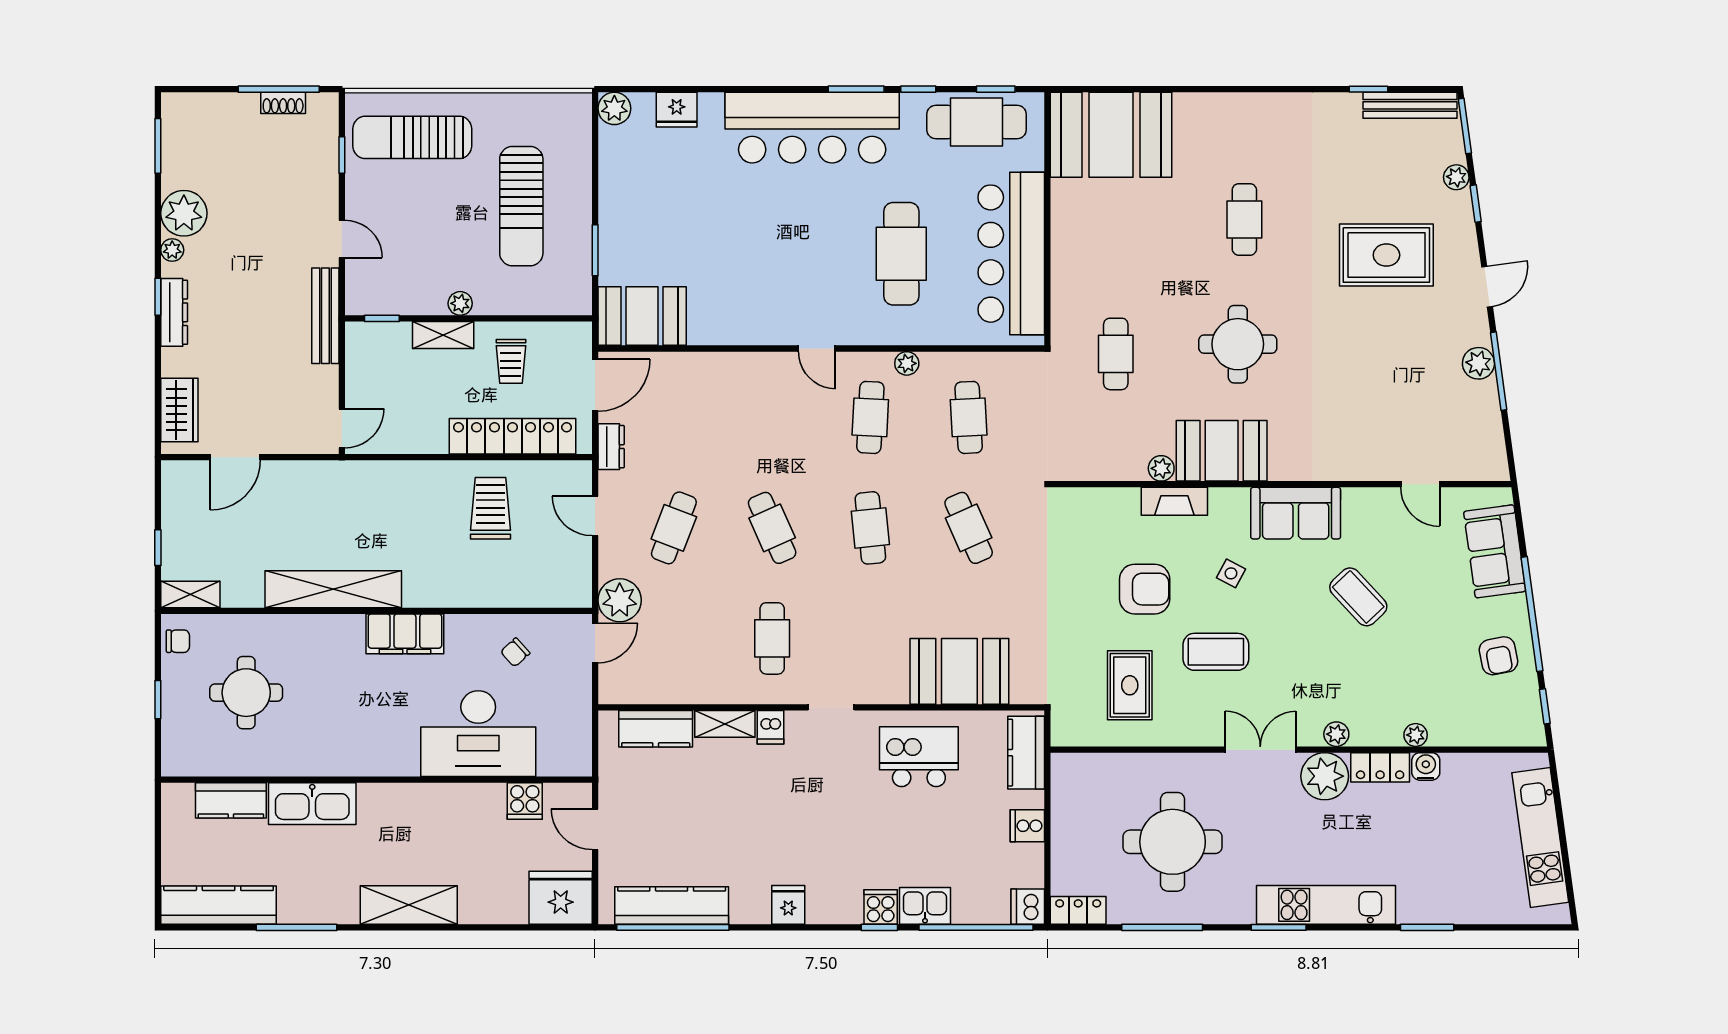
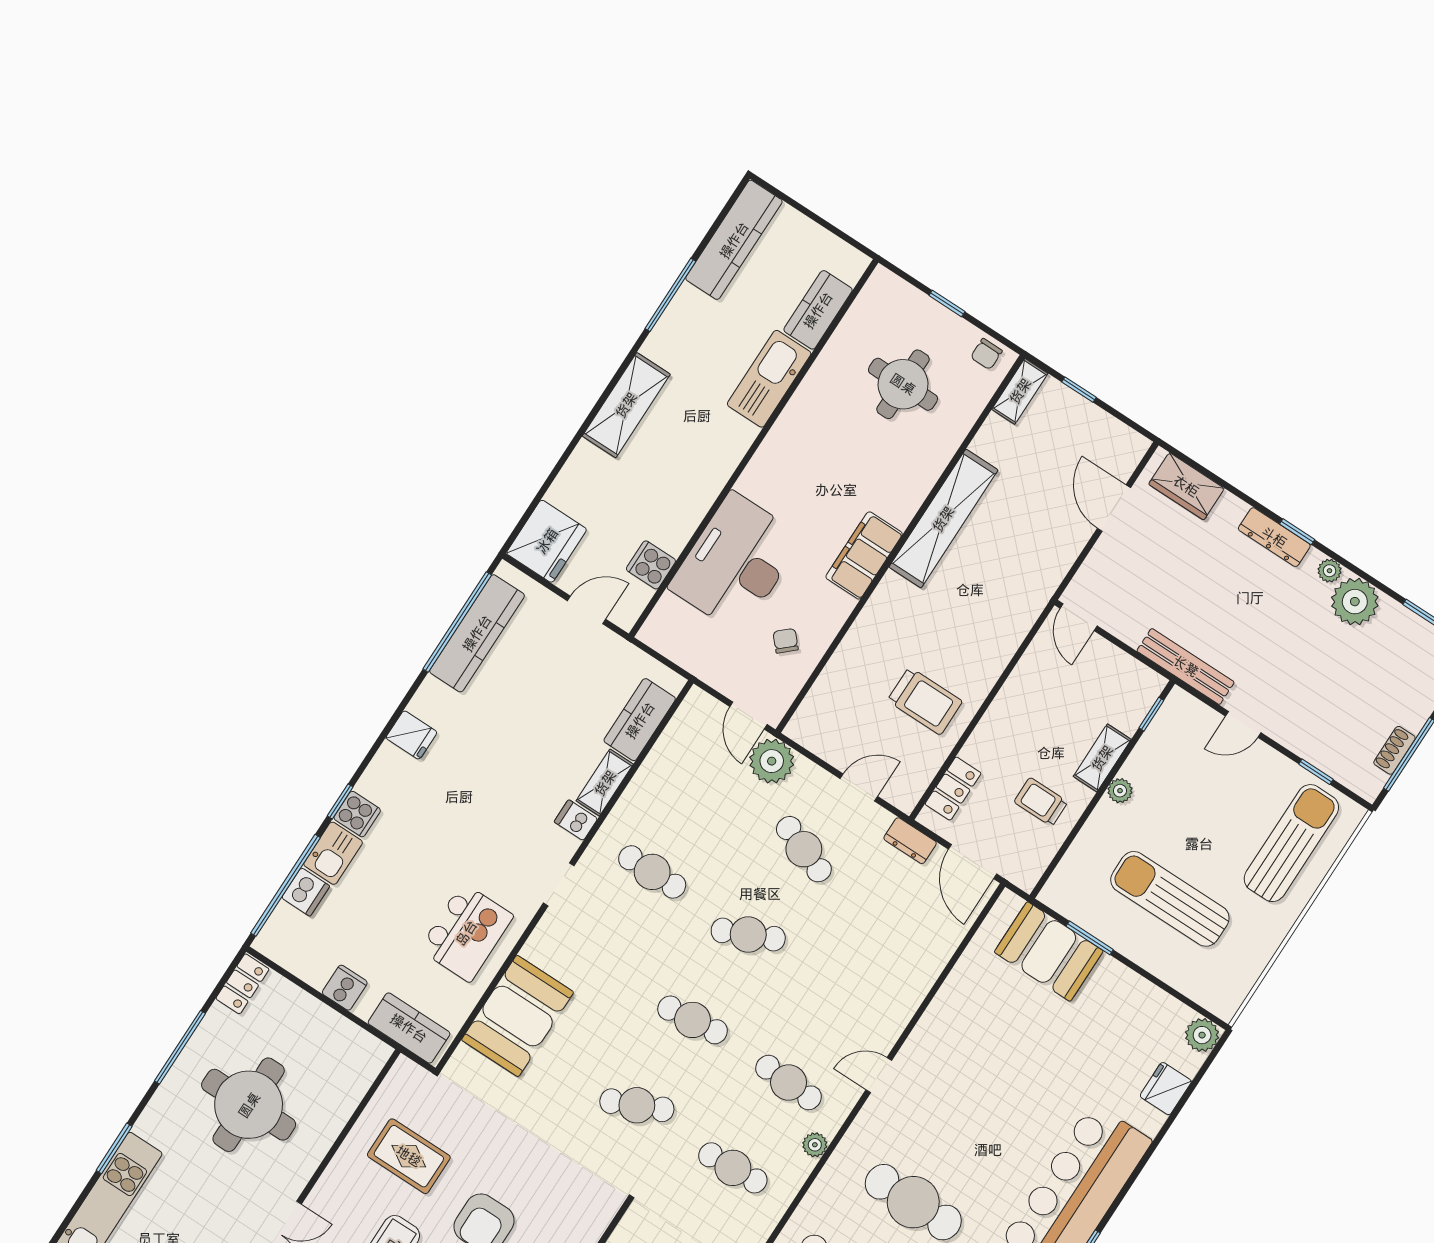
booth: (642, 316) -> (1049, 952), moved, turned 90
locker: (513, 436) -> (953, 789), width x0.46, depth x0.83
dishwasher: (1028, 907) -> (306, 892), moved, turned 90

